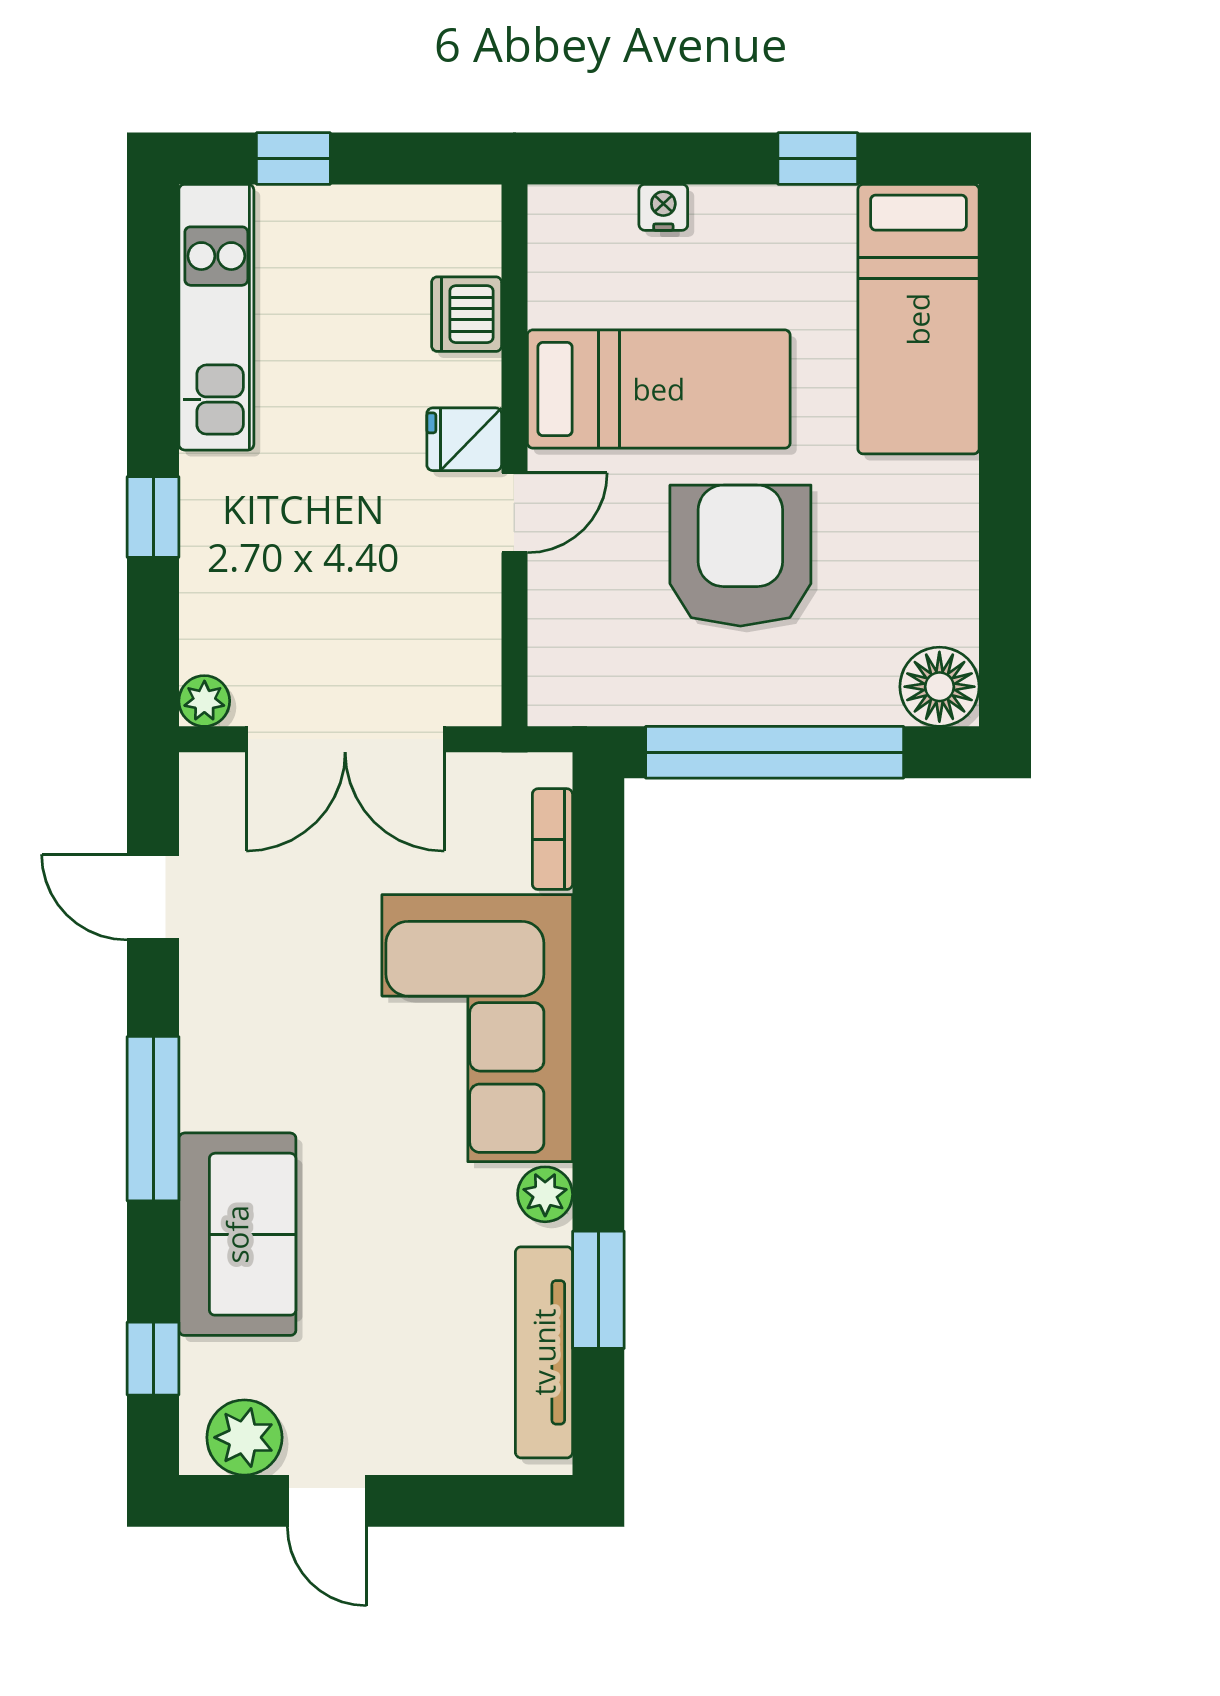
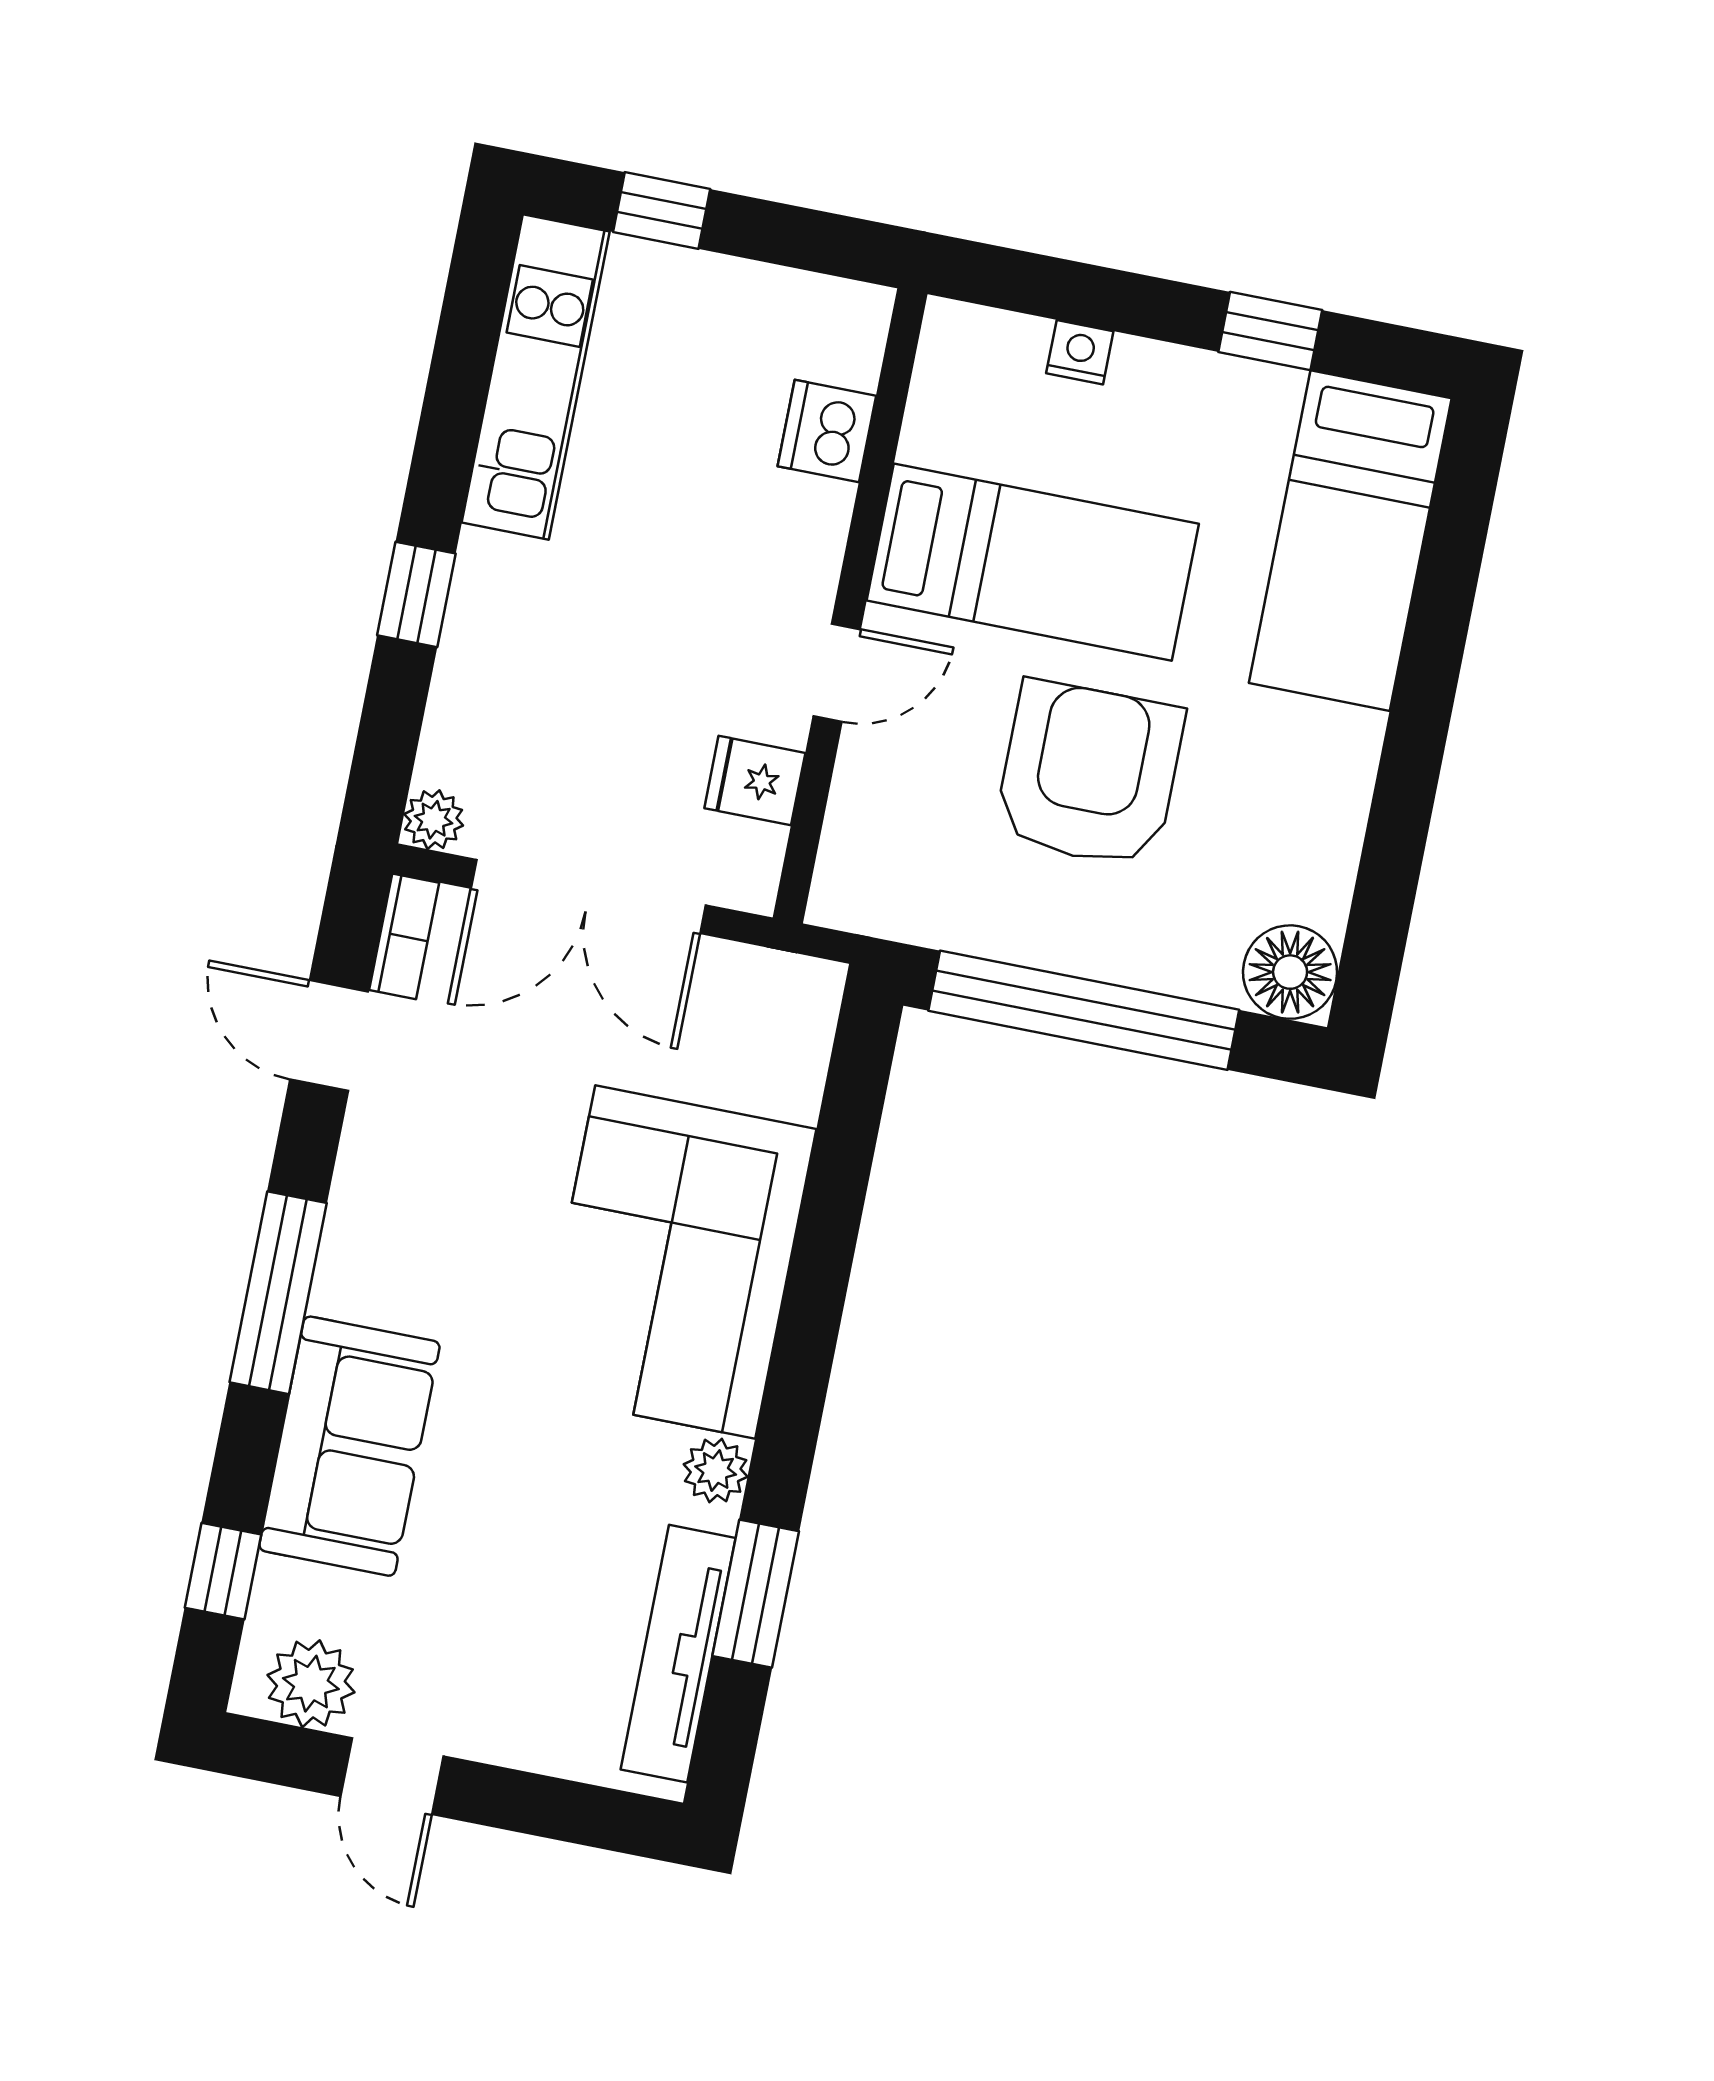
fridge: (464, 439) -> (755, 781), moved
bookcase: (552, 839) -> (404, 936), moved, turned 180

